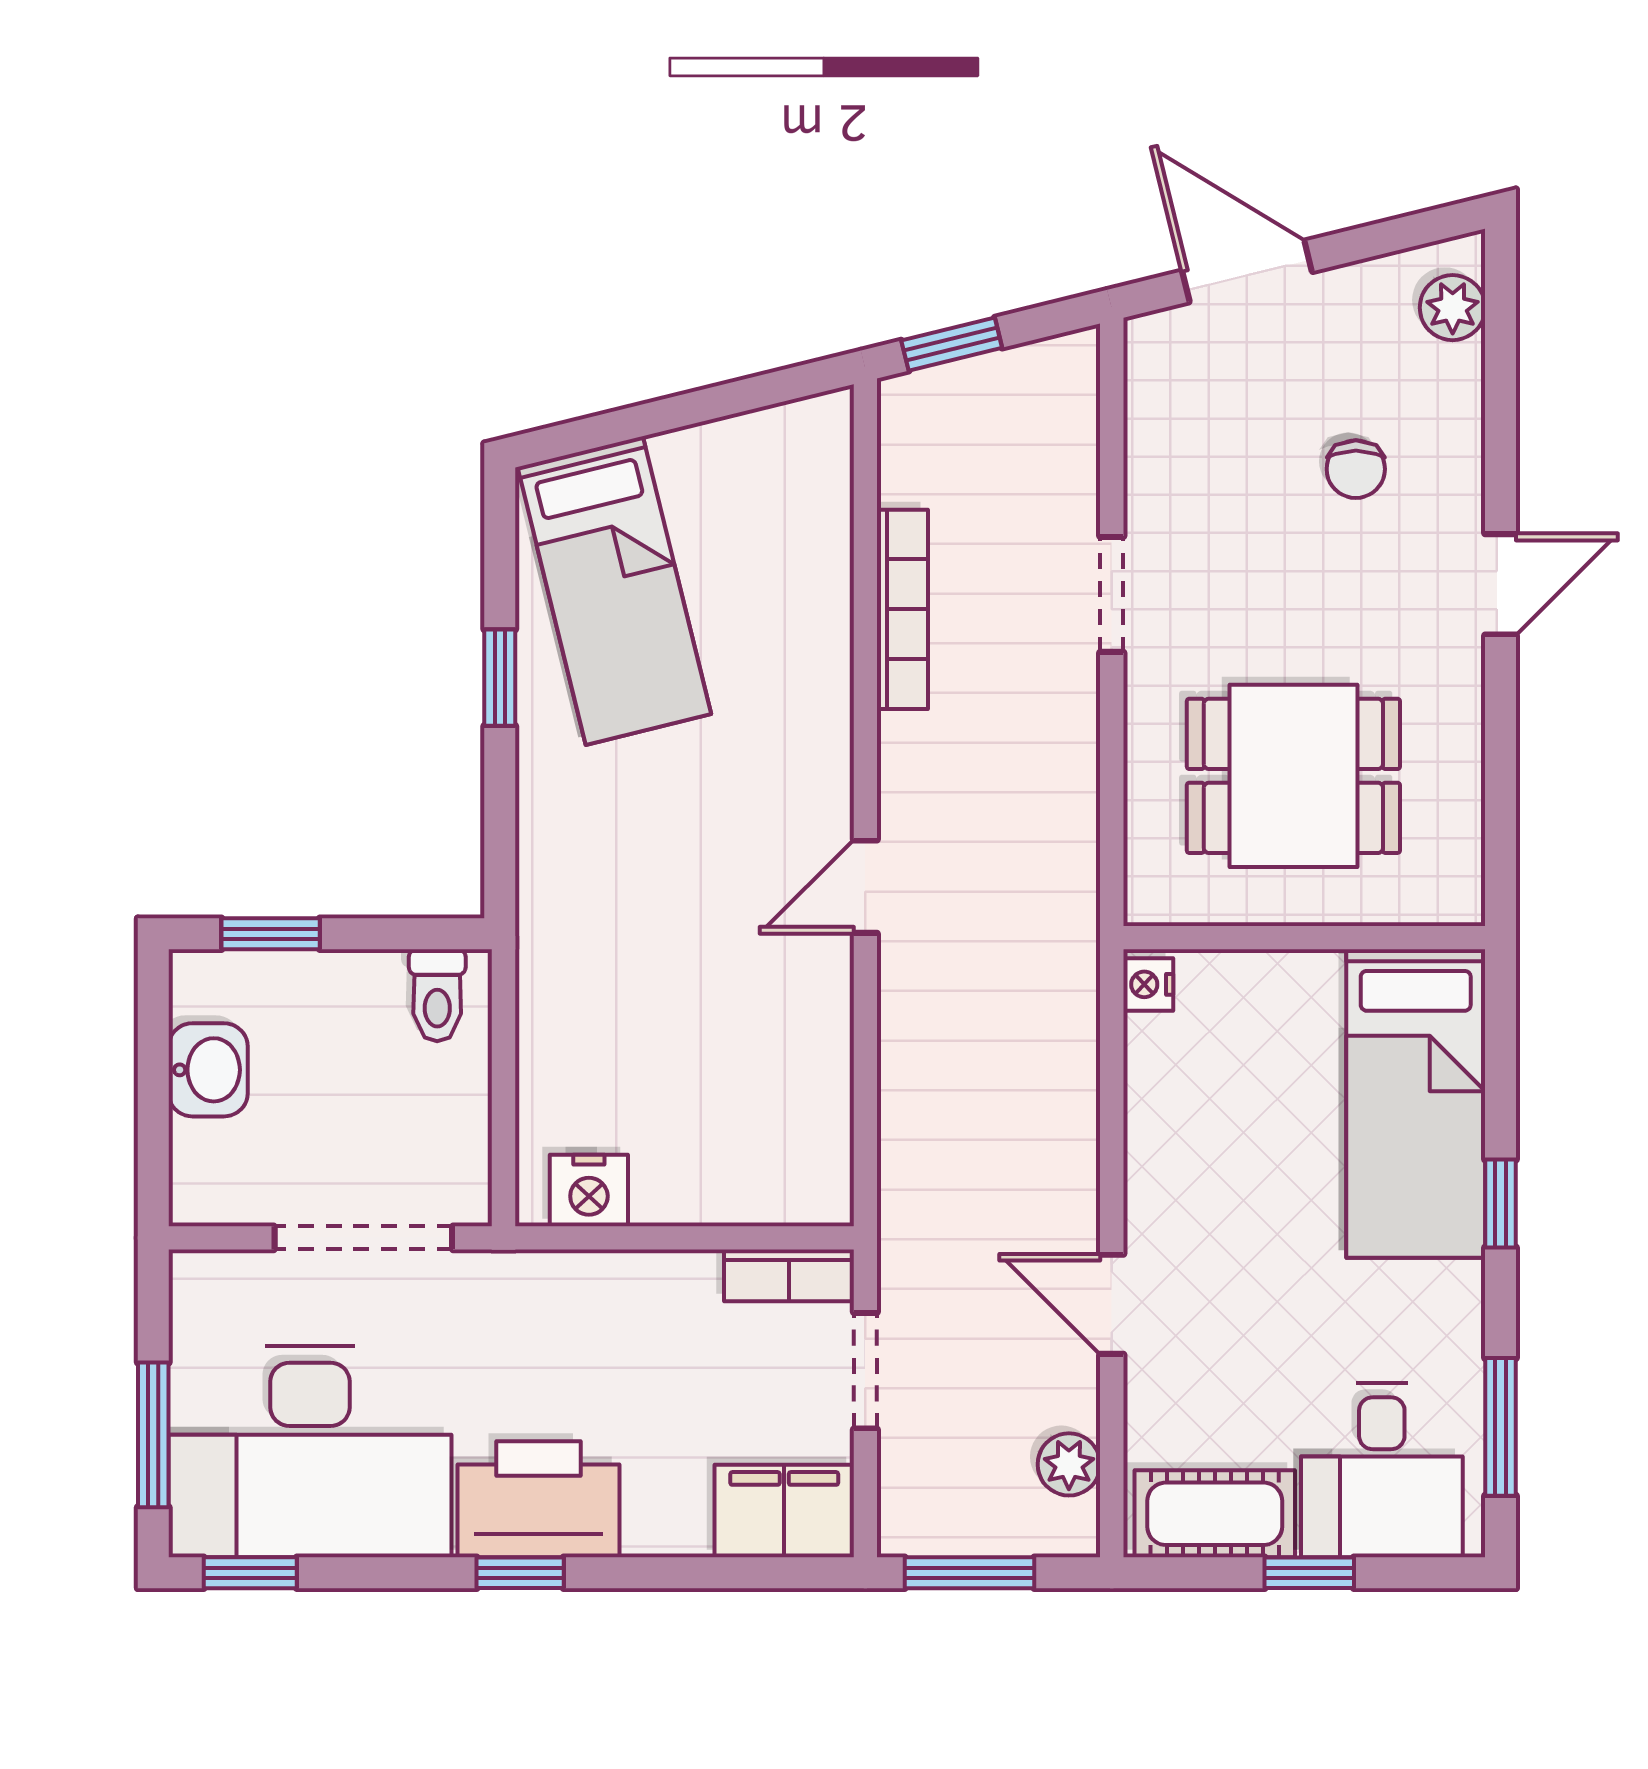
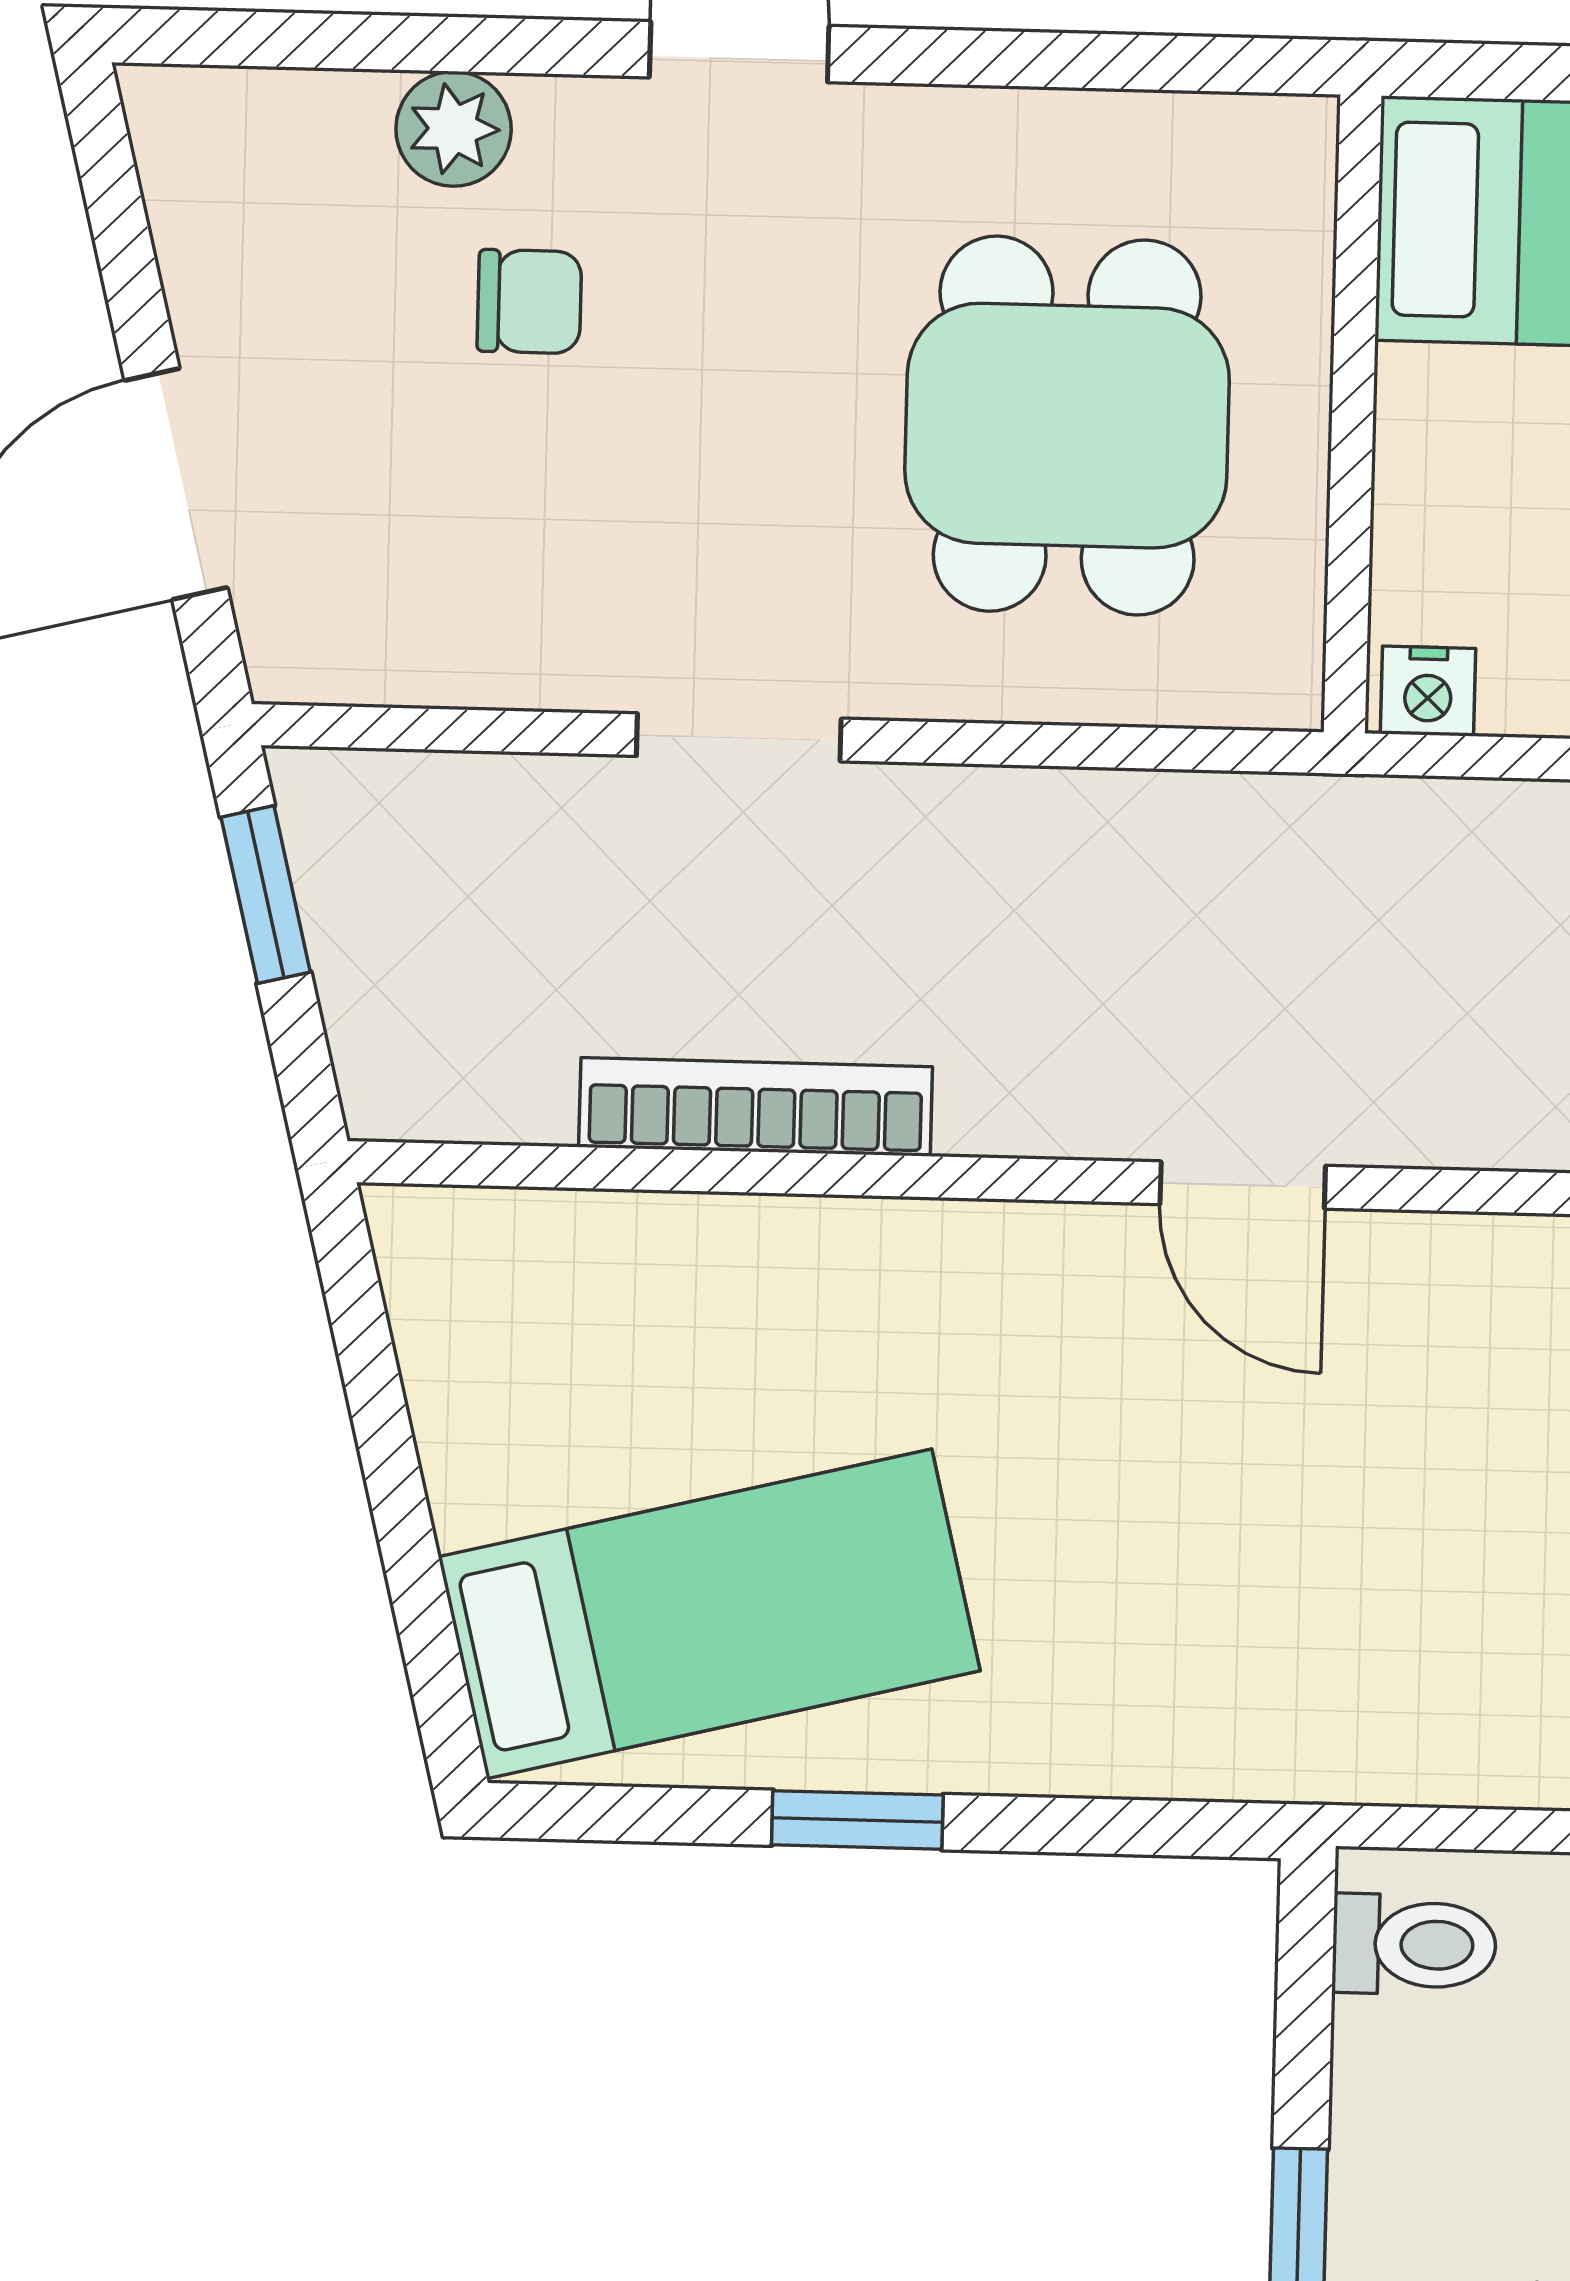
plant: (1453, 308) -> (454, 129), moved
window: (952, 344) -> (266, 895), moved

